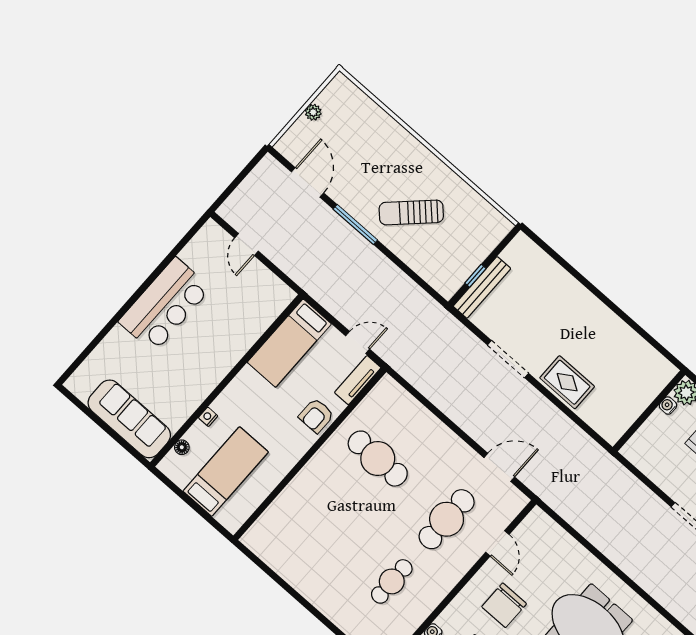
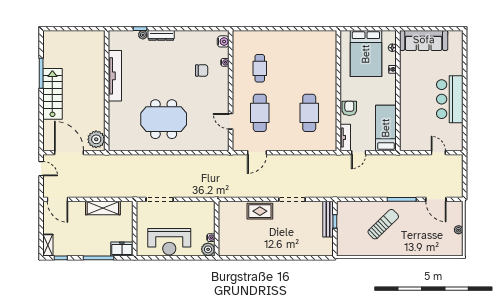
cafe table: (378, 459) -> (309, 113), turned 90
bed: (226, 472) -> (366, 54), width x1.50
chair: (504, 605) -> (206, 99), removed

